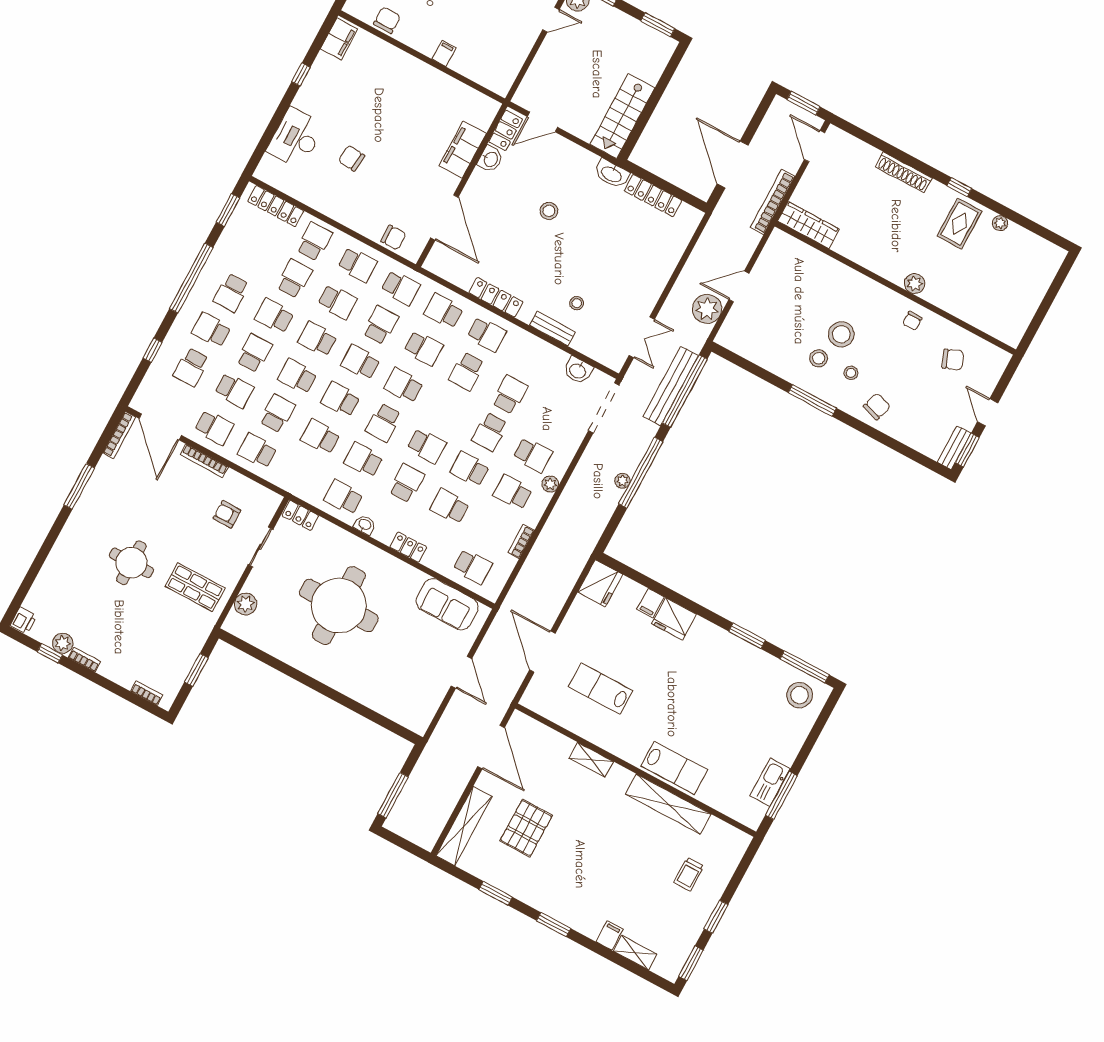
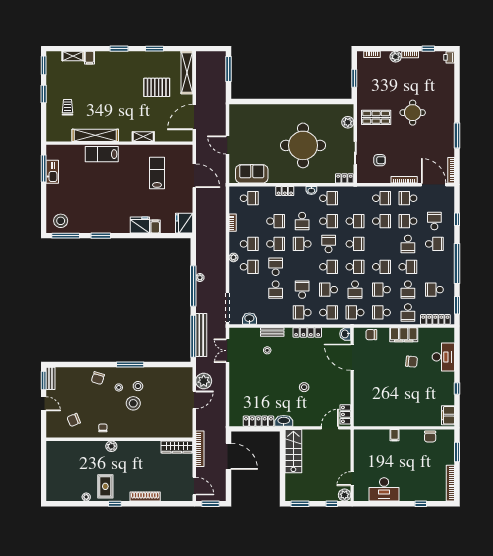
filing cabinet: (463, 150) -> (404, 335), moved, turned 90
washbasin: (490, 159) -> (345, 334), moved
school desk: (231, 293) -> (434, 290), moved, turned -90
school desk: (297, 376) -> (381, 244), removed
school desk: (277, 413) -> (381, 221), turned -90
school desk: (533, 455) -> (249, 267), turned 180
school desk: (473, 567) -> (249, 198), turned 180
plant: (63, 643) -> (396, 57), moved
lab bench: (601, 689) -> (157, 173), turned -90
door: (491, 747) -> (194, 117), hinge flipped
pallet: (526, 828) -> (157, 87), turned 90

